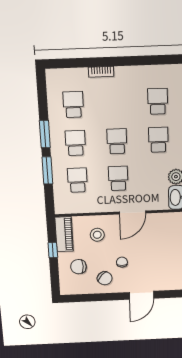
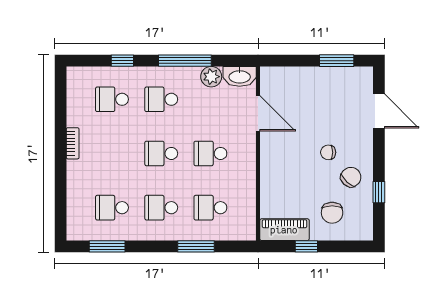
bookcase: (101, 72) -> (73, 143), moved
window: (45, 134) -> (107, 246), moved
door: (133, 212) -> (258, 113), moved
stool: (97, 235) -> (287, 185), removed
door: (142, 295) -> (379, 111), moved
window: (95, 297) -> (379, 192), added

